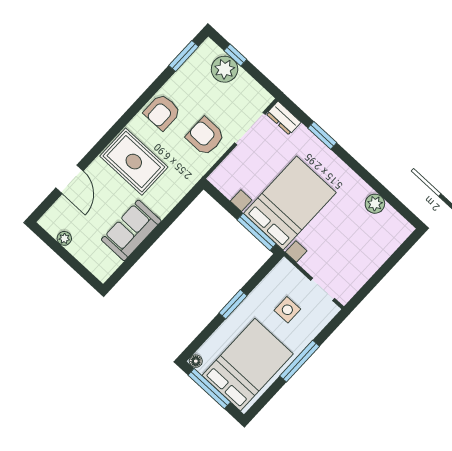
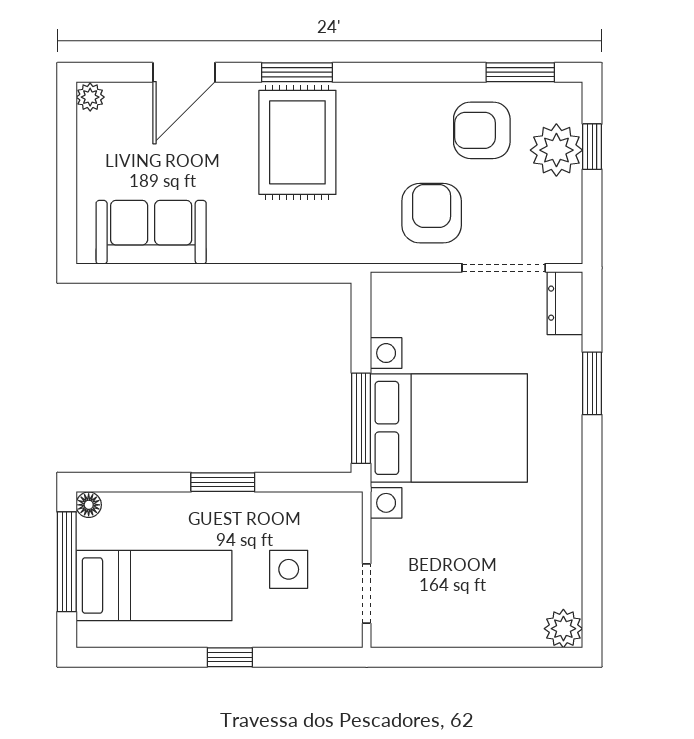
armchair: (162, 112) -> (482, 130), moved
window: (108, 138) -> (297, 72), added
plant: (375, 204) -> (563, 629), moved
sofa: (131, 230) -> (151, 232), moved
plant: (64, 238) -> (90, 97), moved
window: (300, 361) -> (230, 657), width x0.46
bed: (248, 365) -> (154, 586), width x0.67

